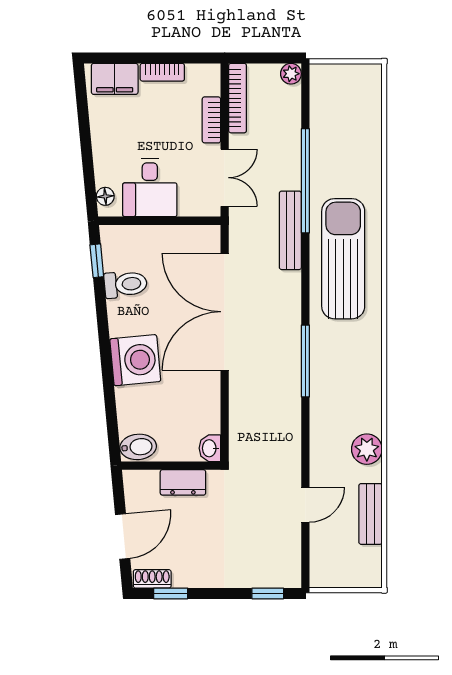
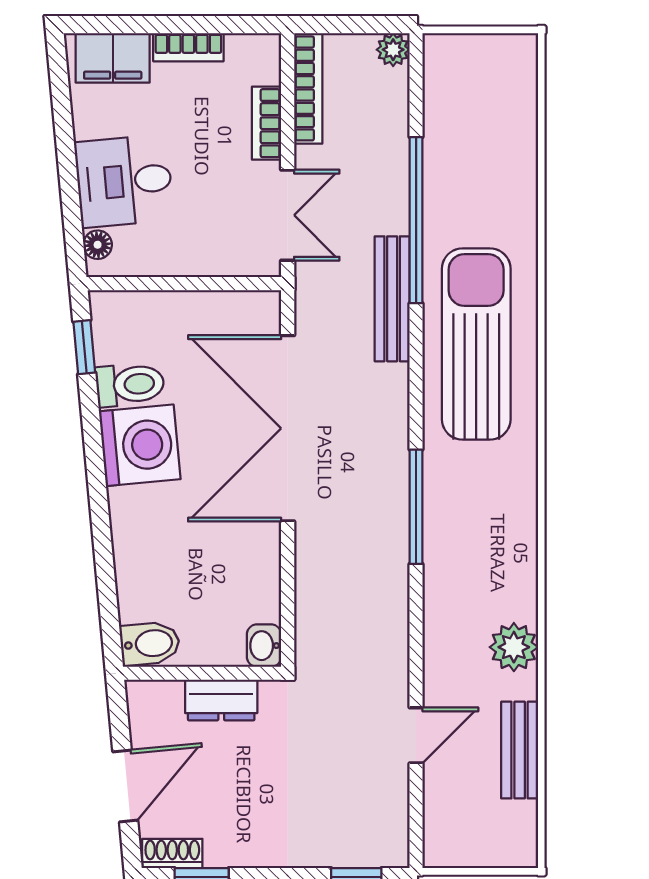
desk: (150, 187) -> (124, 181), moved, turned 85
washing machine: (135, 360) -> (140, 445), moved

